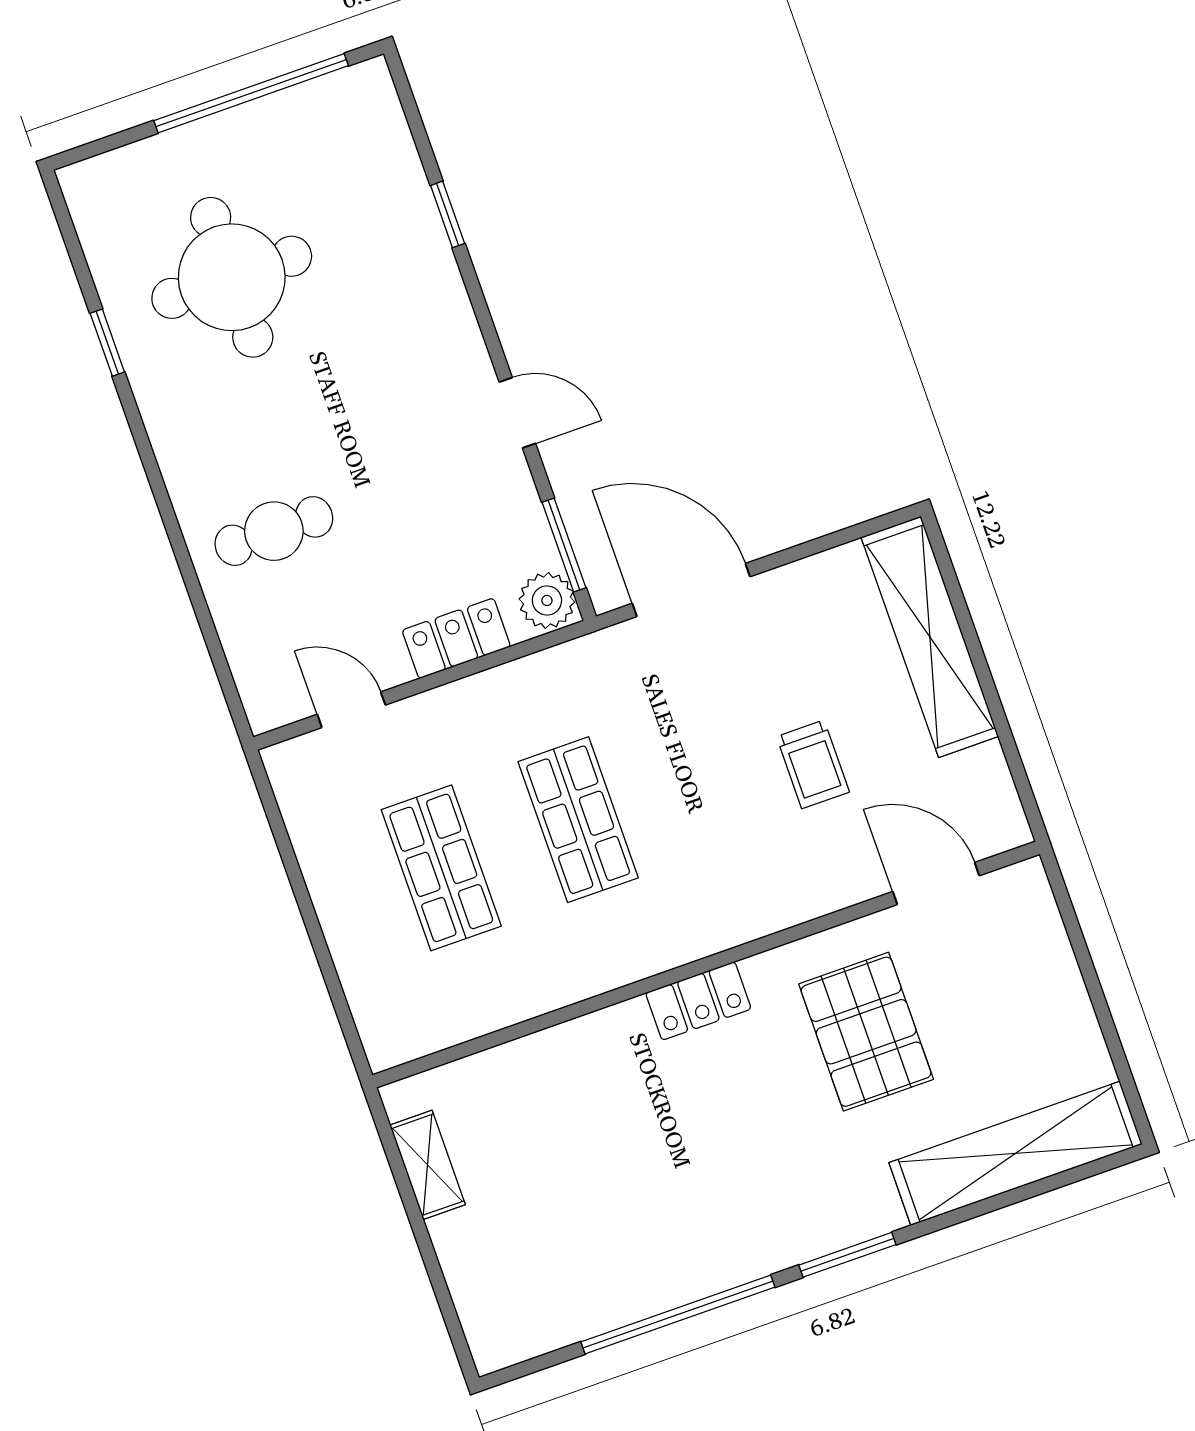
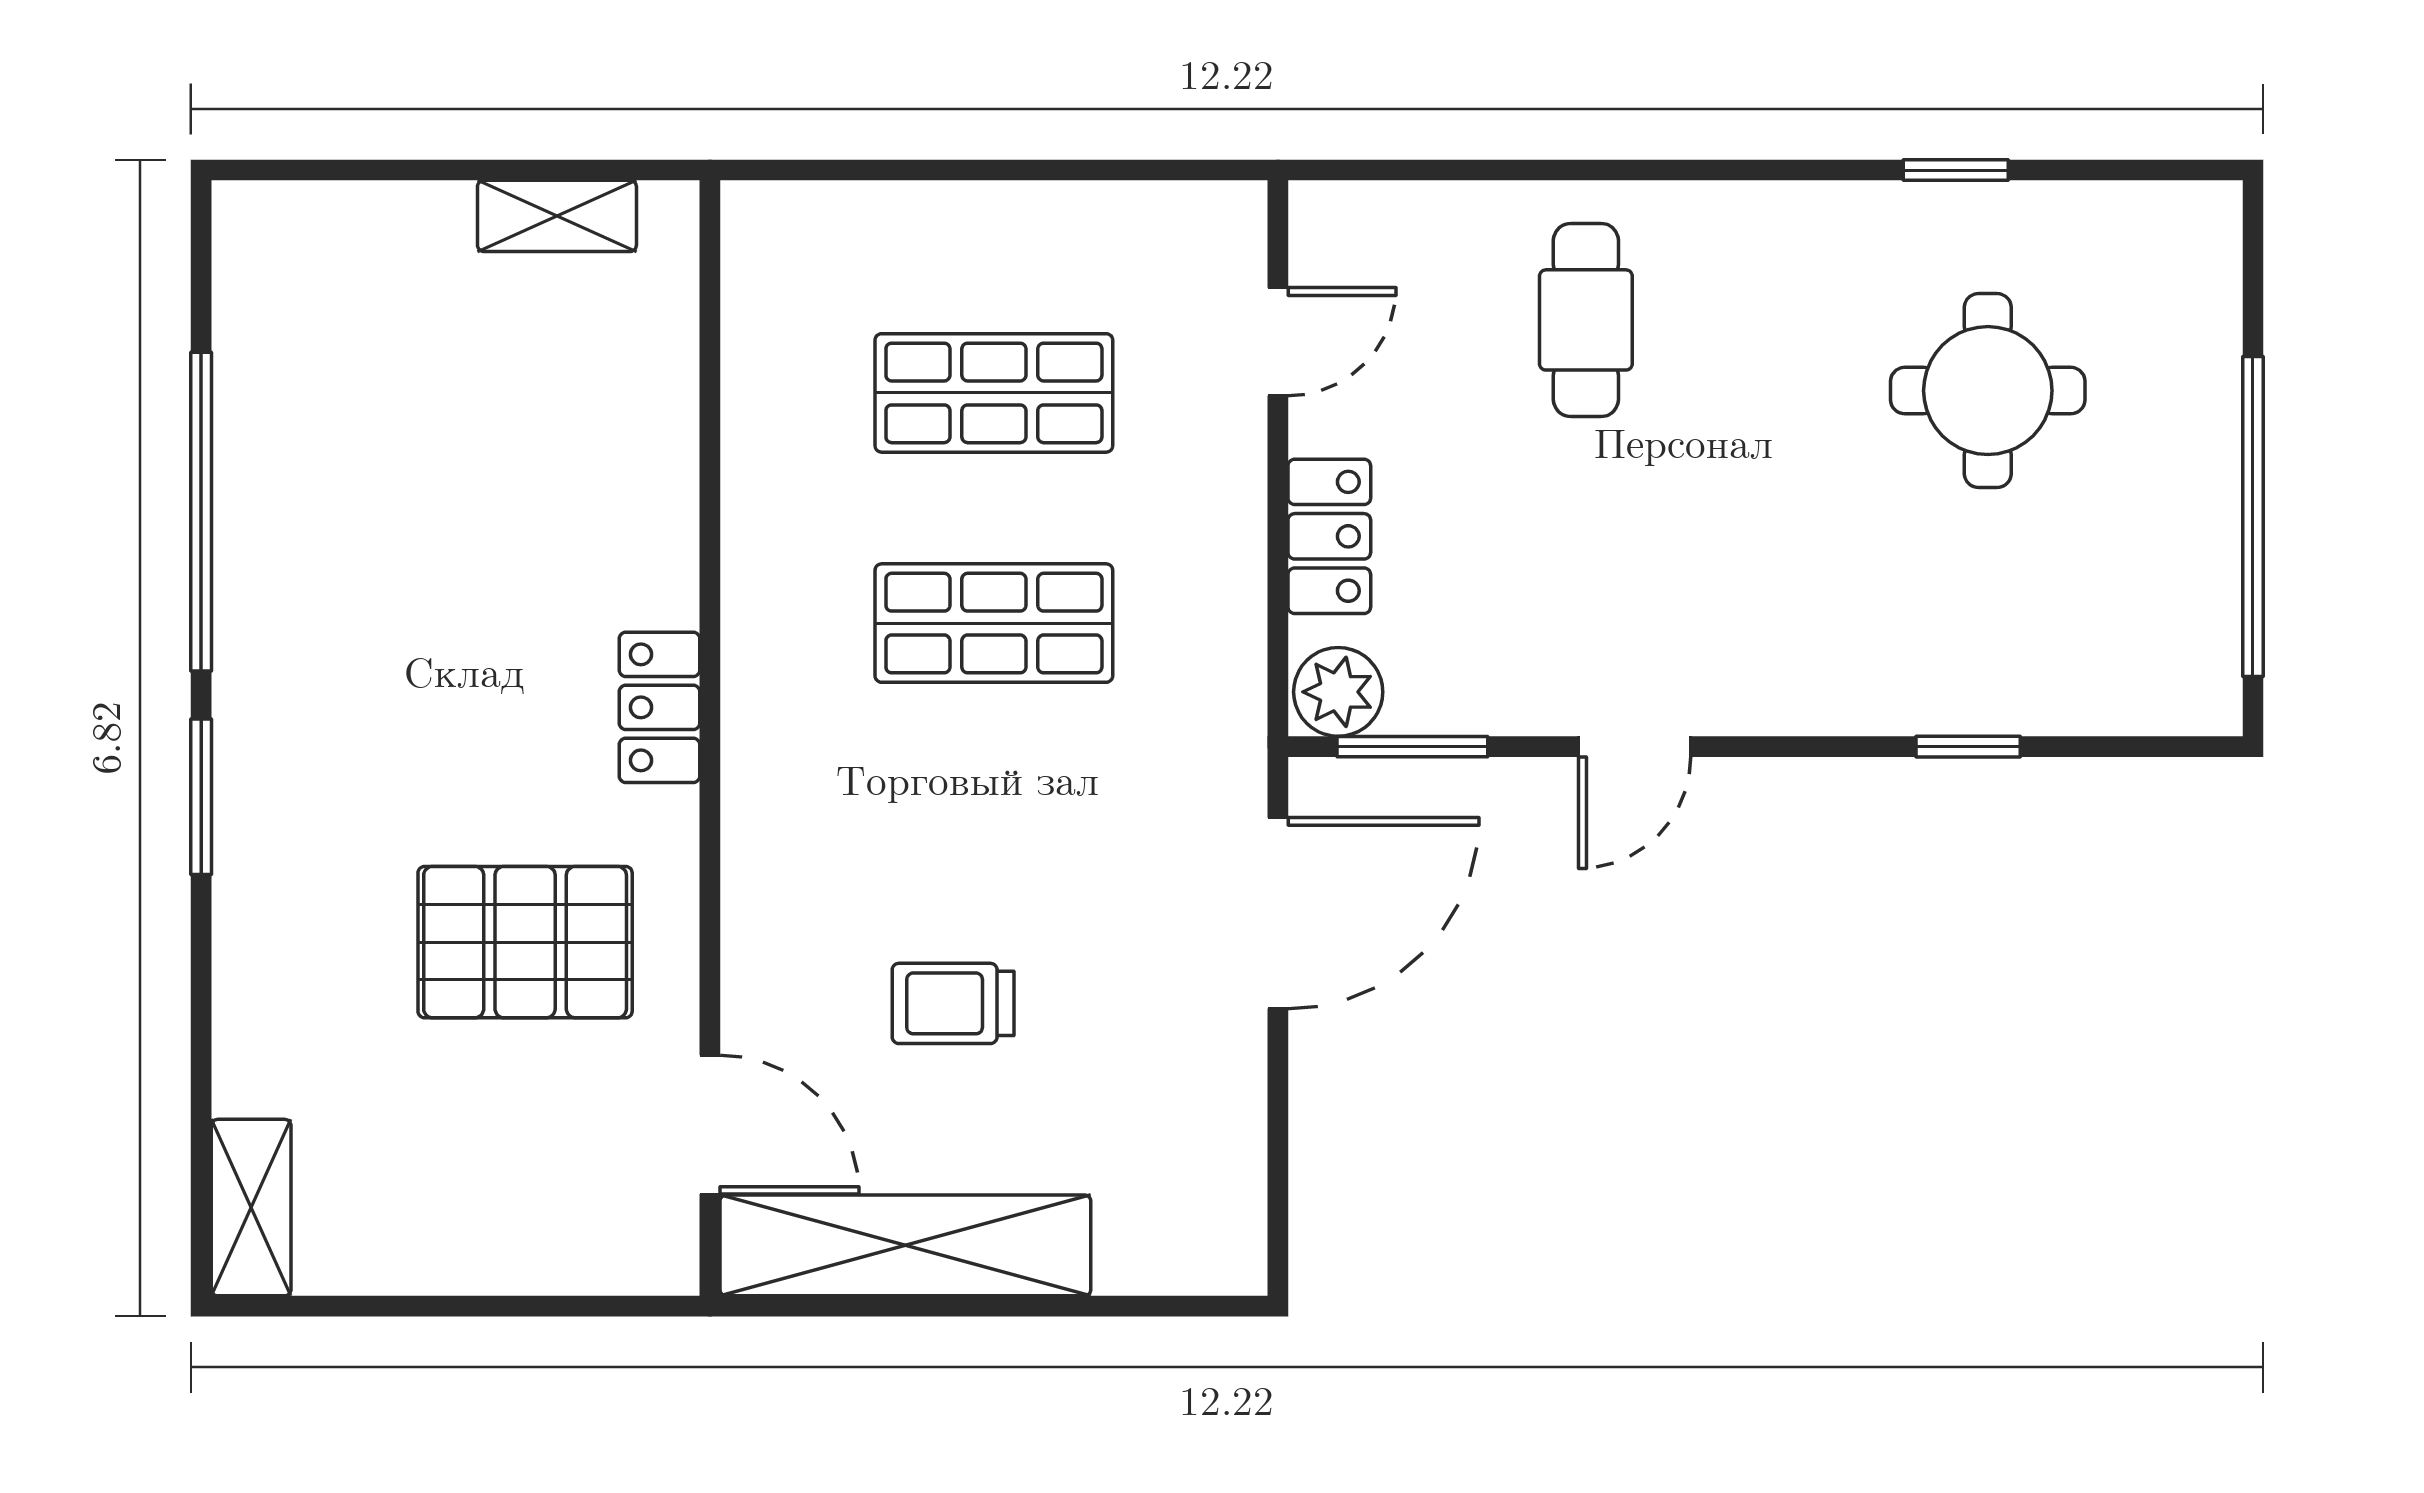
round table: (232, 277) -> (1988, 391), width x0.73, depth x0.73
shelving: (930, 637) -> (905, 1245), moved
door: (936, 884) -> (710, 1125), hinge flipped
shelving: (1016, 1153) -> (251, 1208), width x0.45, depth x0.75

